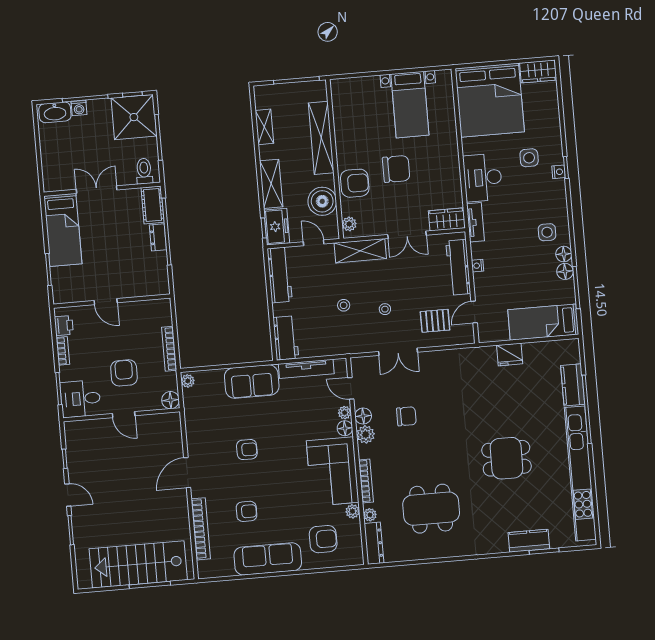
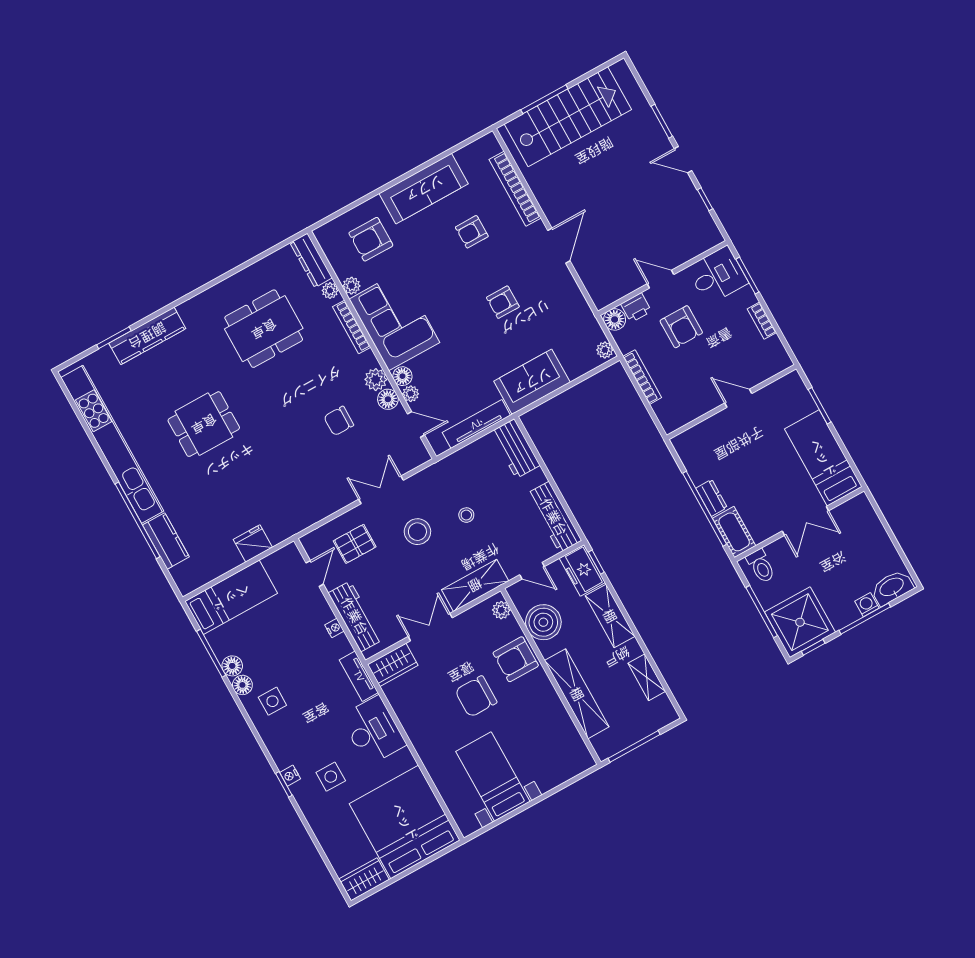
stool: (385, 309) -> (417, 532), width x1.89, depth x1.89
printer: (64, 326) -> (636, 308), moved, turned -90
kitchen counter: (529, 541) -> (147, 336), width x1.50

